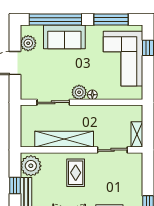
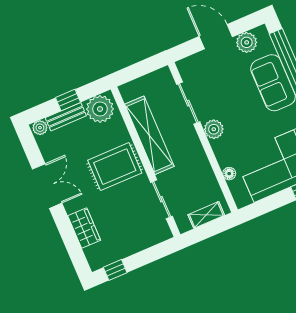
floor lamp: (92, 95) -> (229, 174), moved
shelving: (137, 134) -> (206, 215), moved
rug: (76, 173) -> (115, 167), width x1.36, depth x1.43

